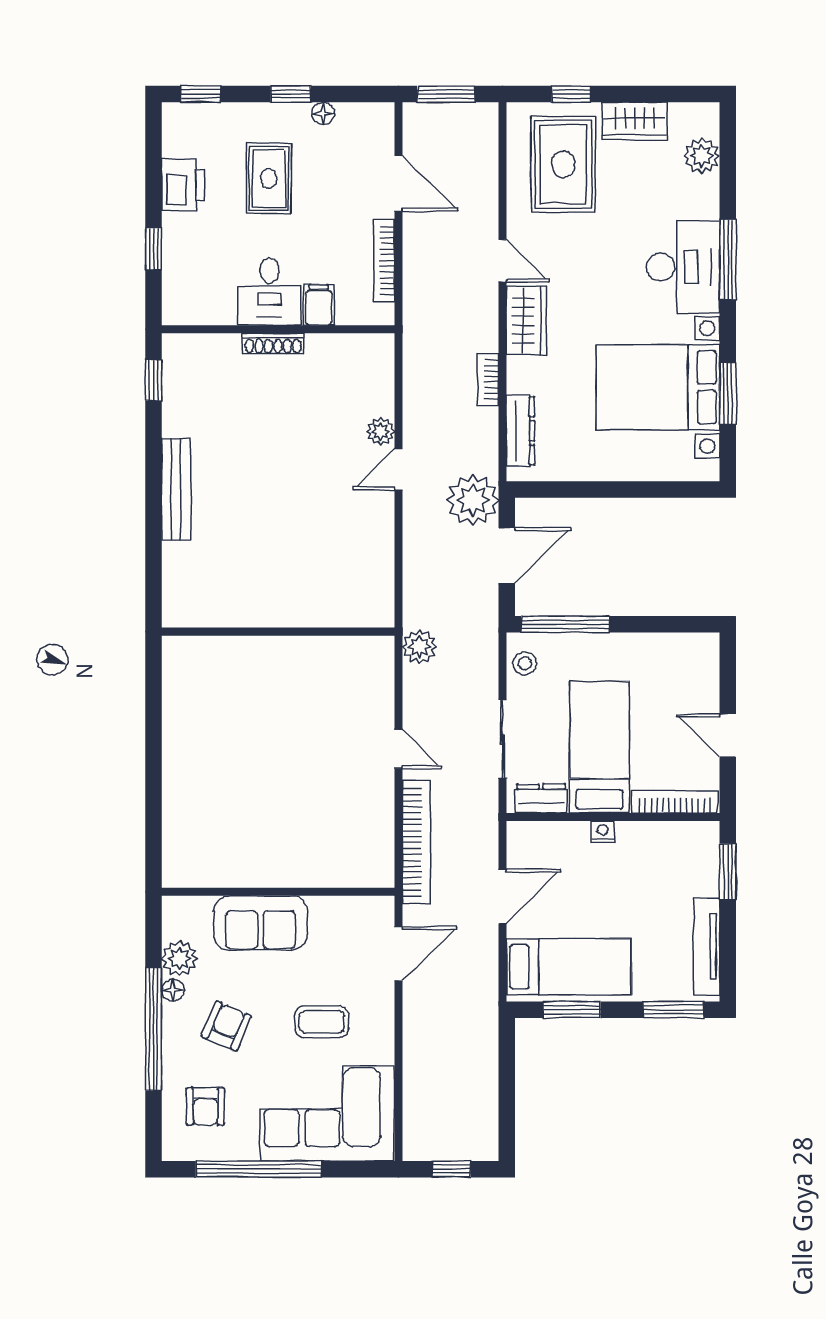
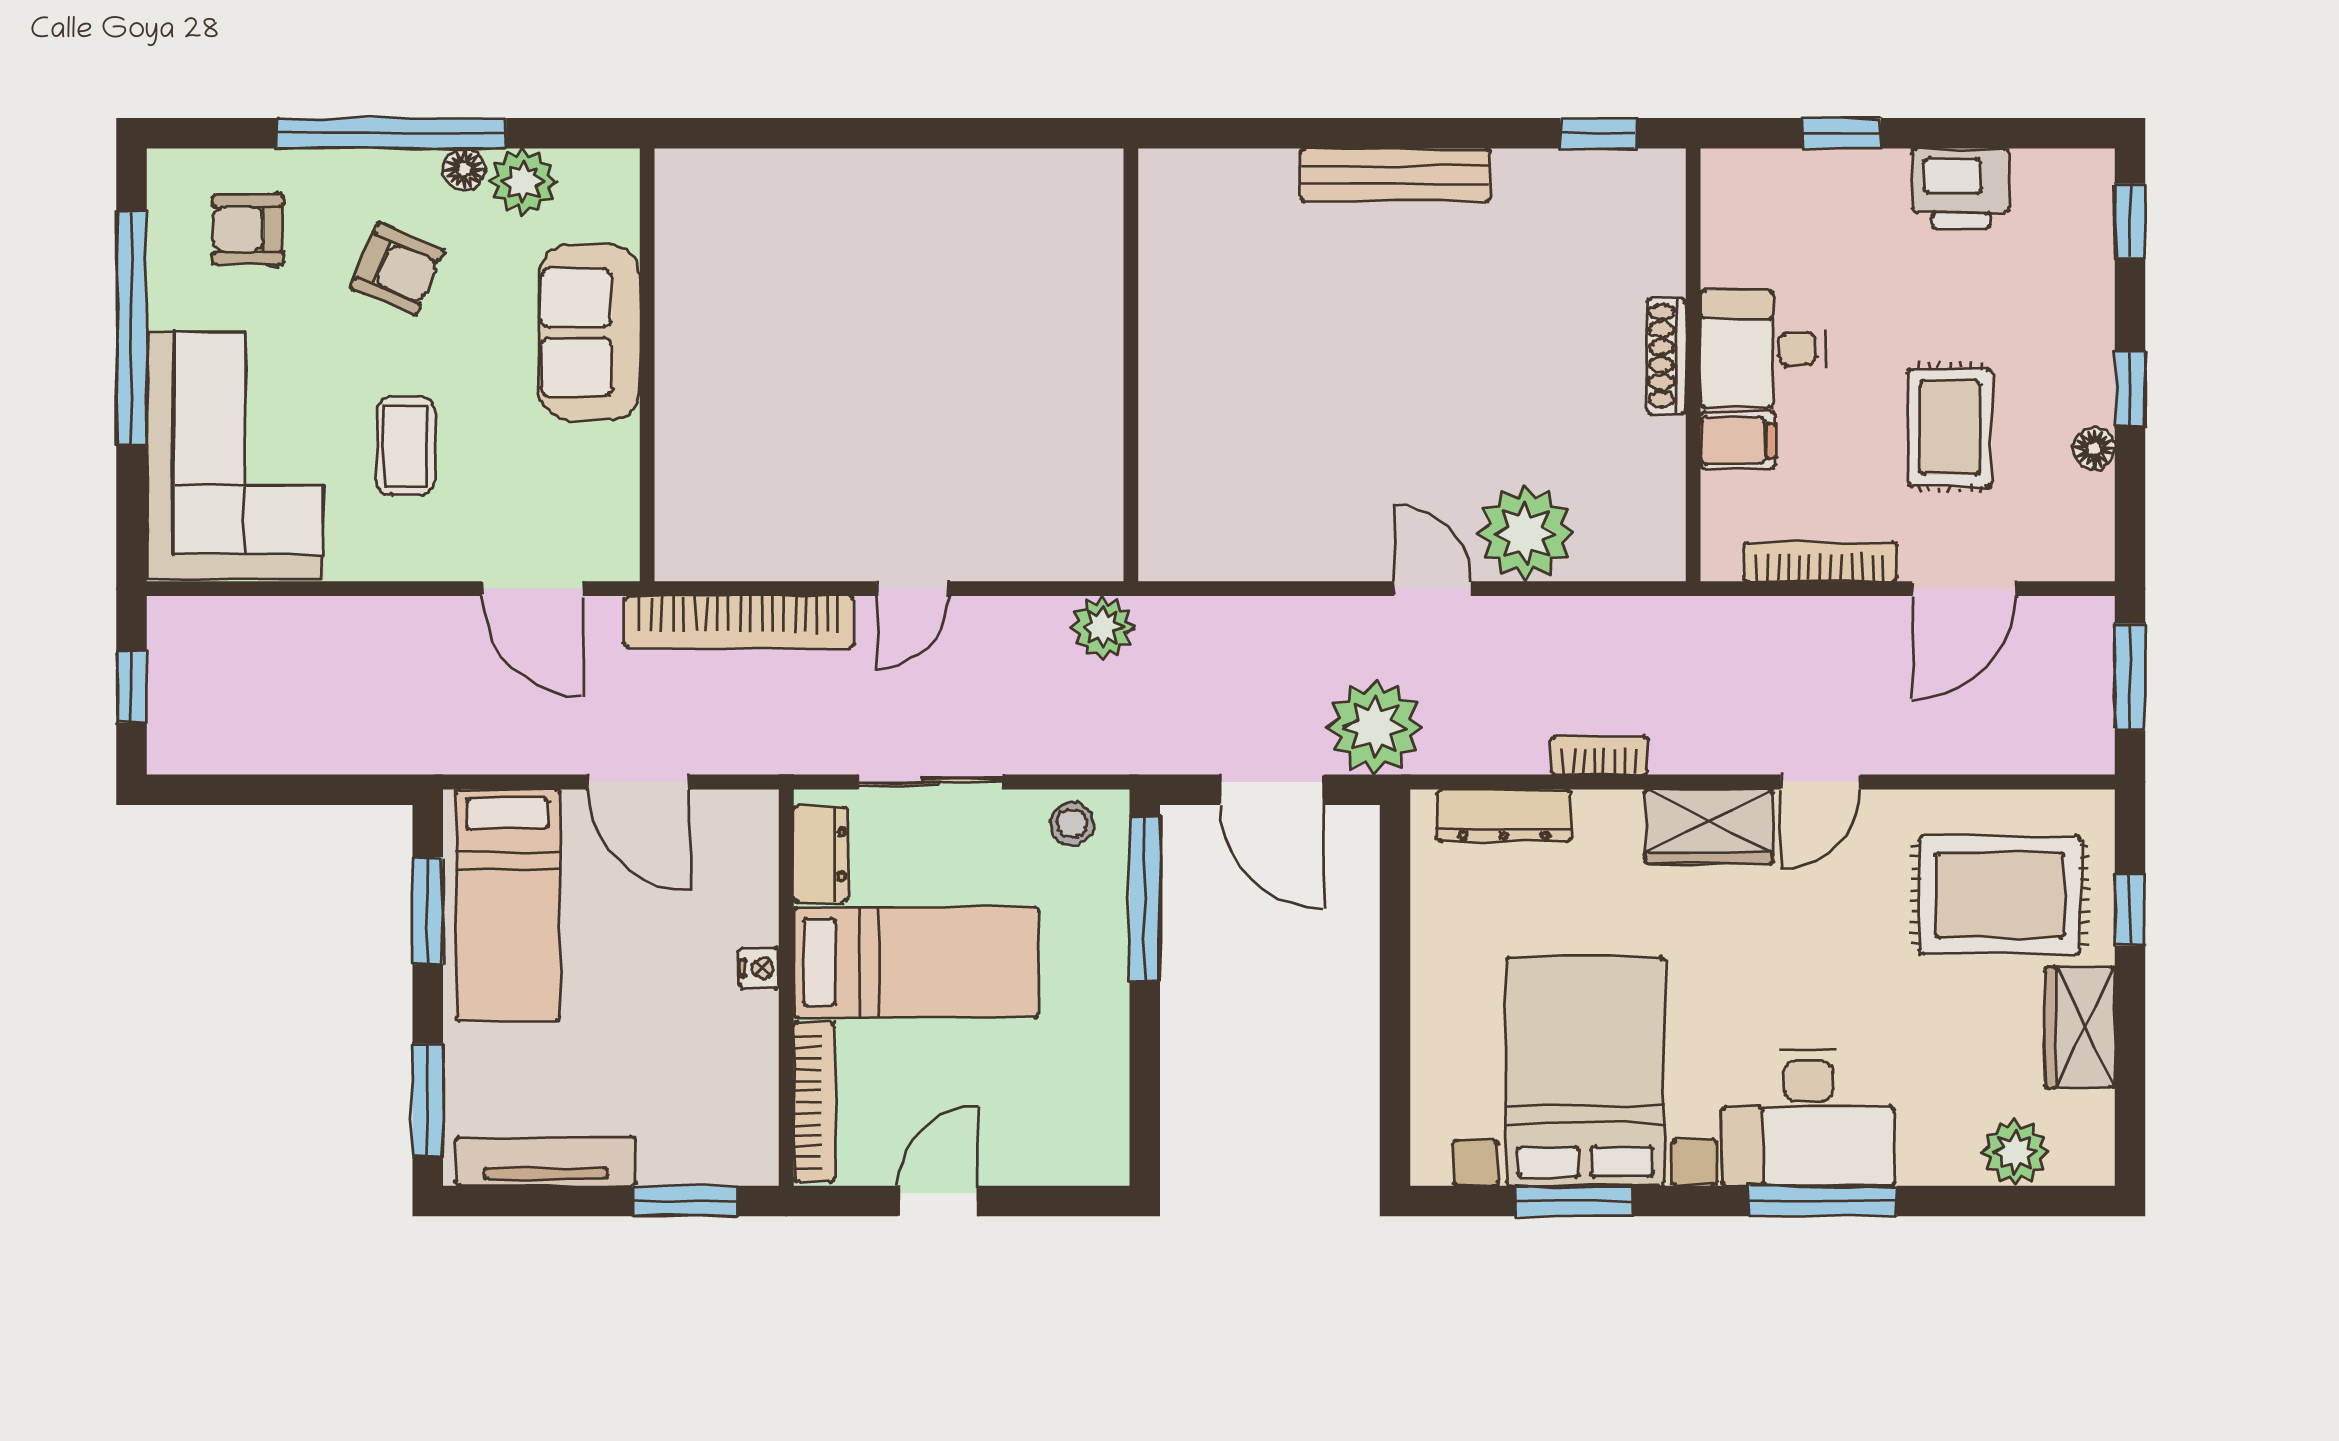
rug: (269, 179) -> (1950, 428), moved, turned 90
plant: (381, 431) -> (1526, 533), width x1.88, depth x1.88

